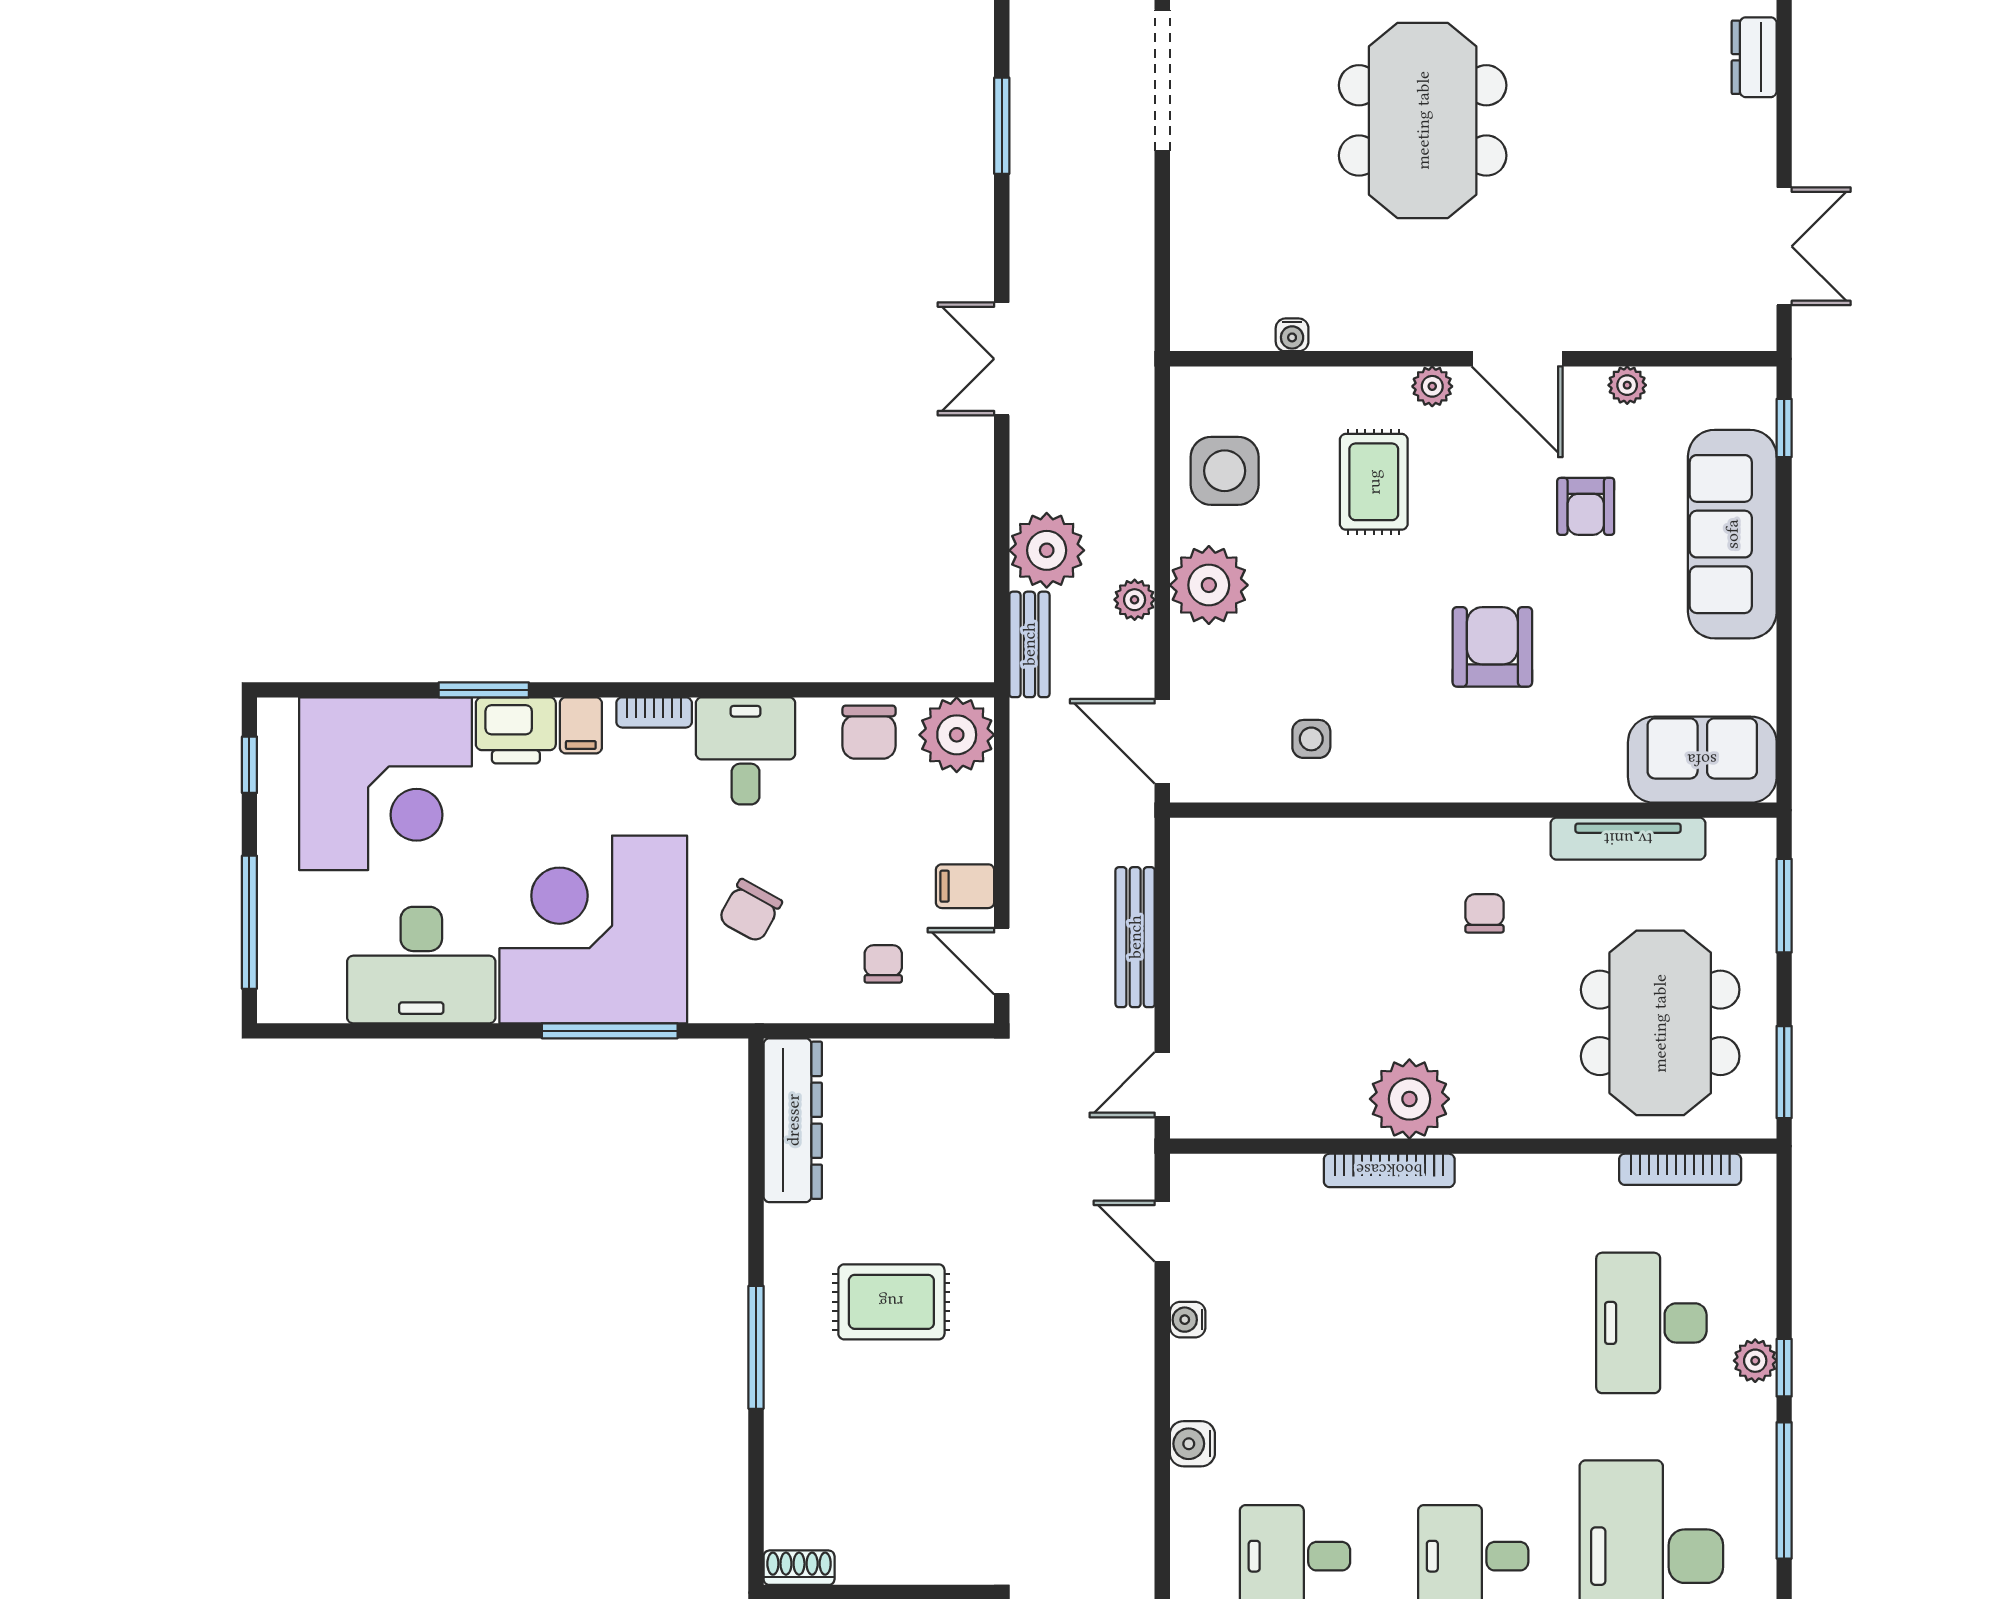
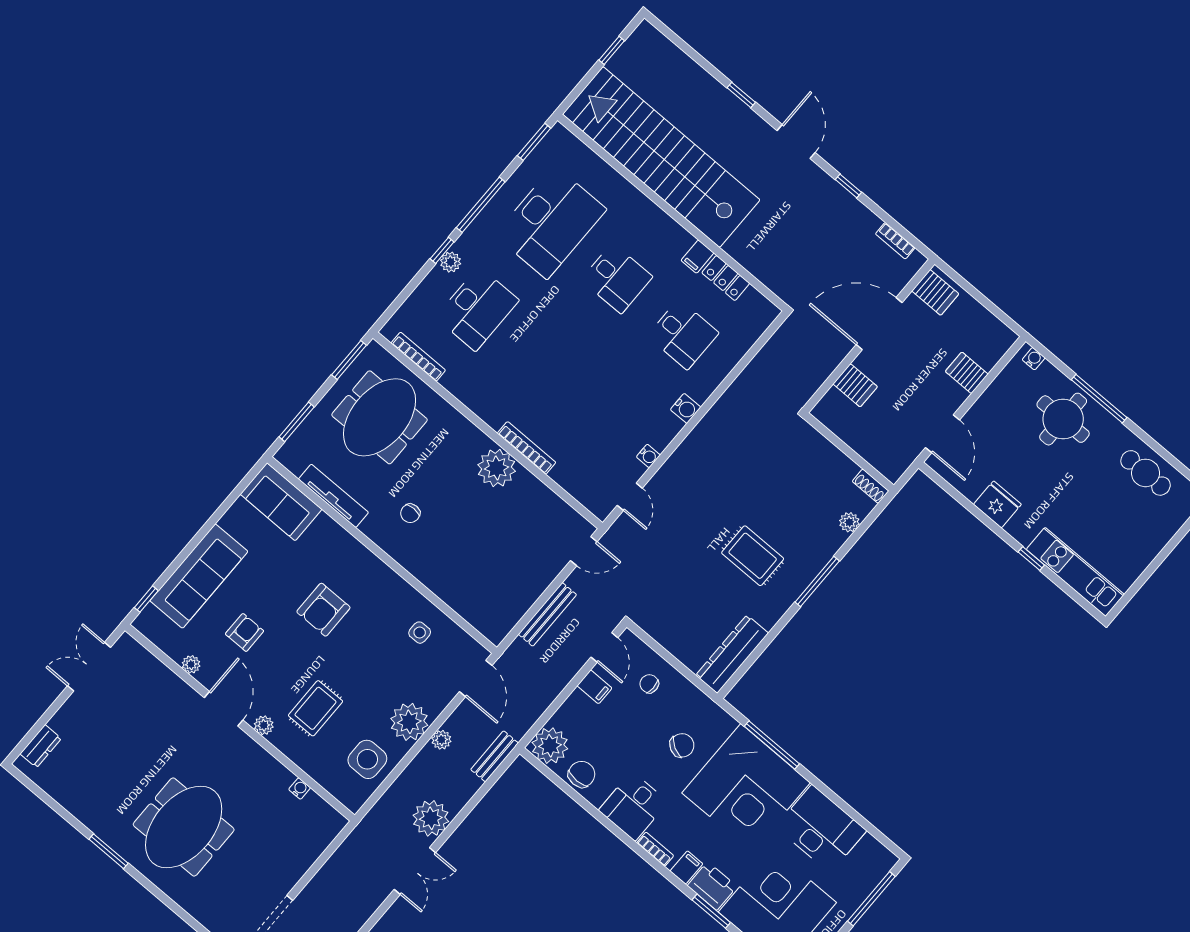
plant: (1047, 550) -> (431, 818), moved
chair: (883, 964) -> (649, 684), turned 90
plant: (784, 1483) -> (849, 522), added

